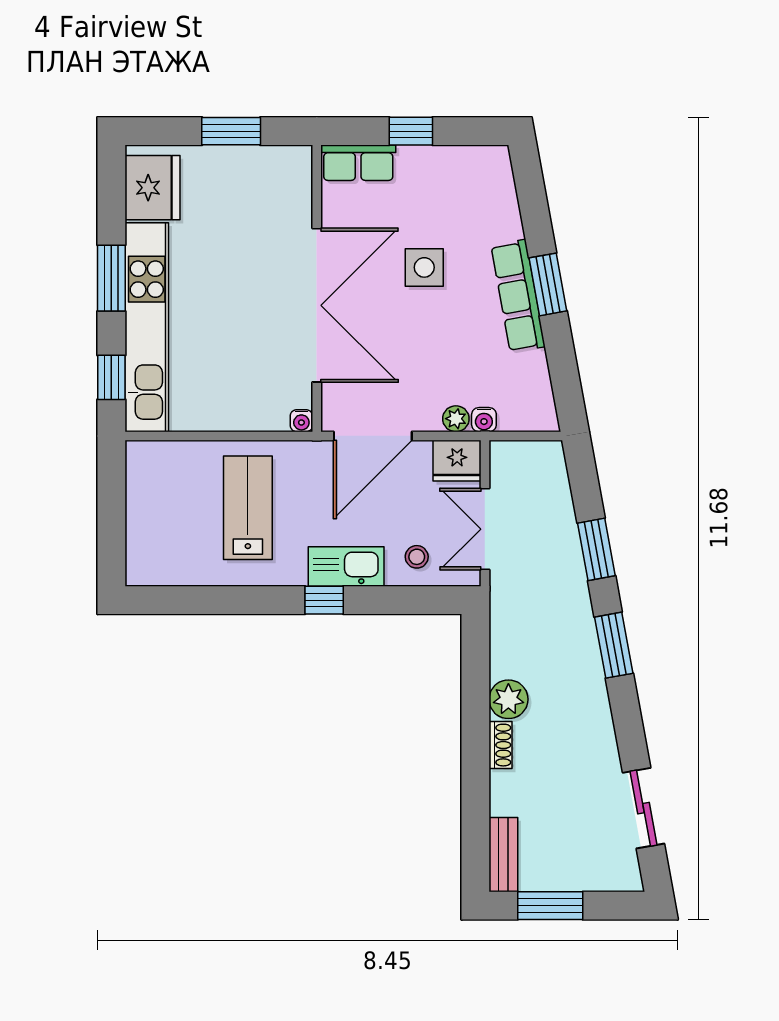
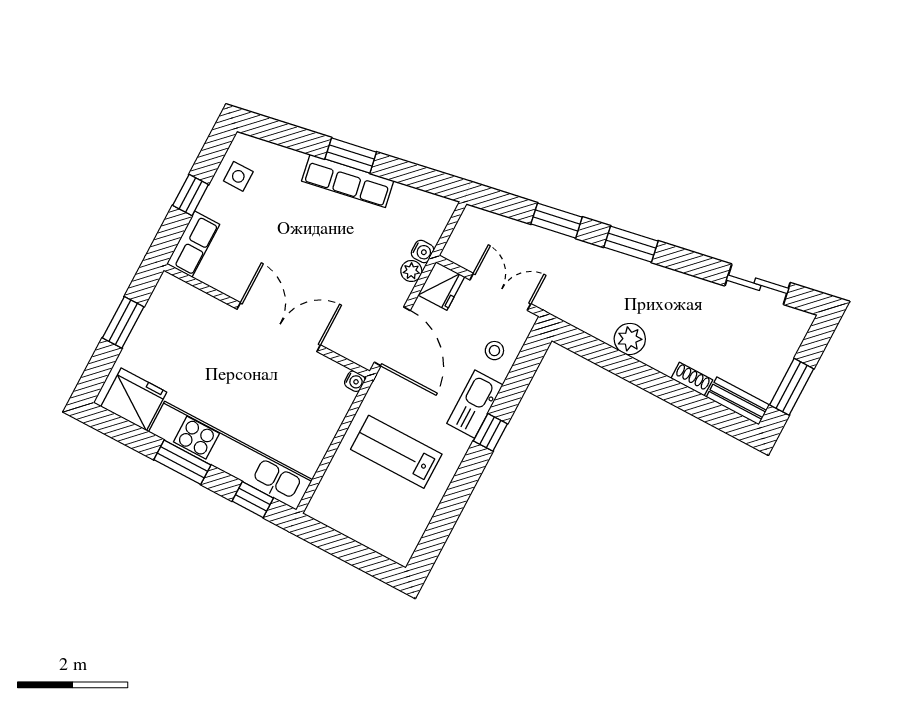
side table: (424, 267) -> (238, 176), moved, width x0.73, depth x0.73
double door: (317, 305) -> (279, 327), width x0.73
double door: (485, 529) -> (500, 292), swing flipped
shoe rack: (500, 745) -> (692, 379), moved

